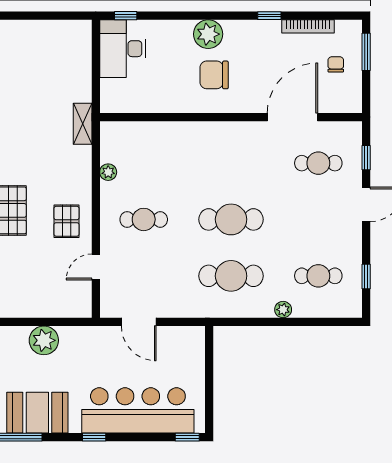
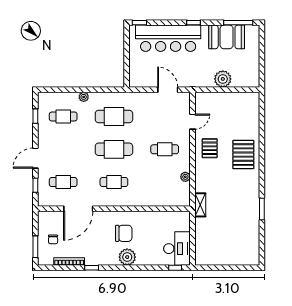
cafe table: (231, 163) -> (114, 182), added

